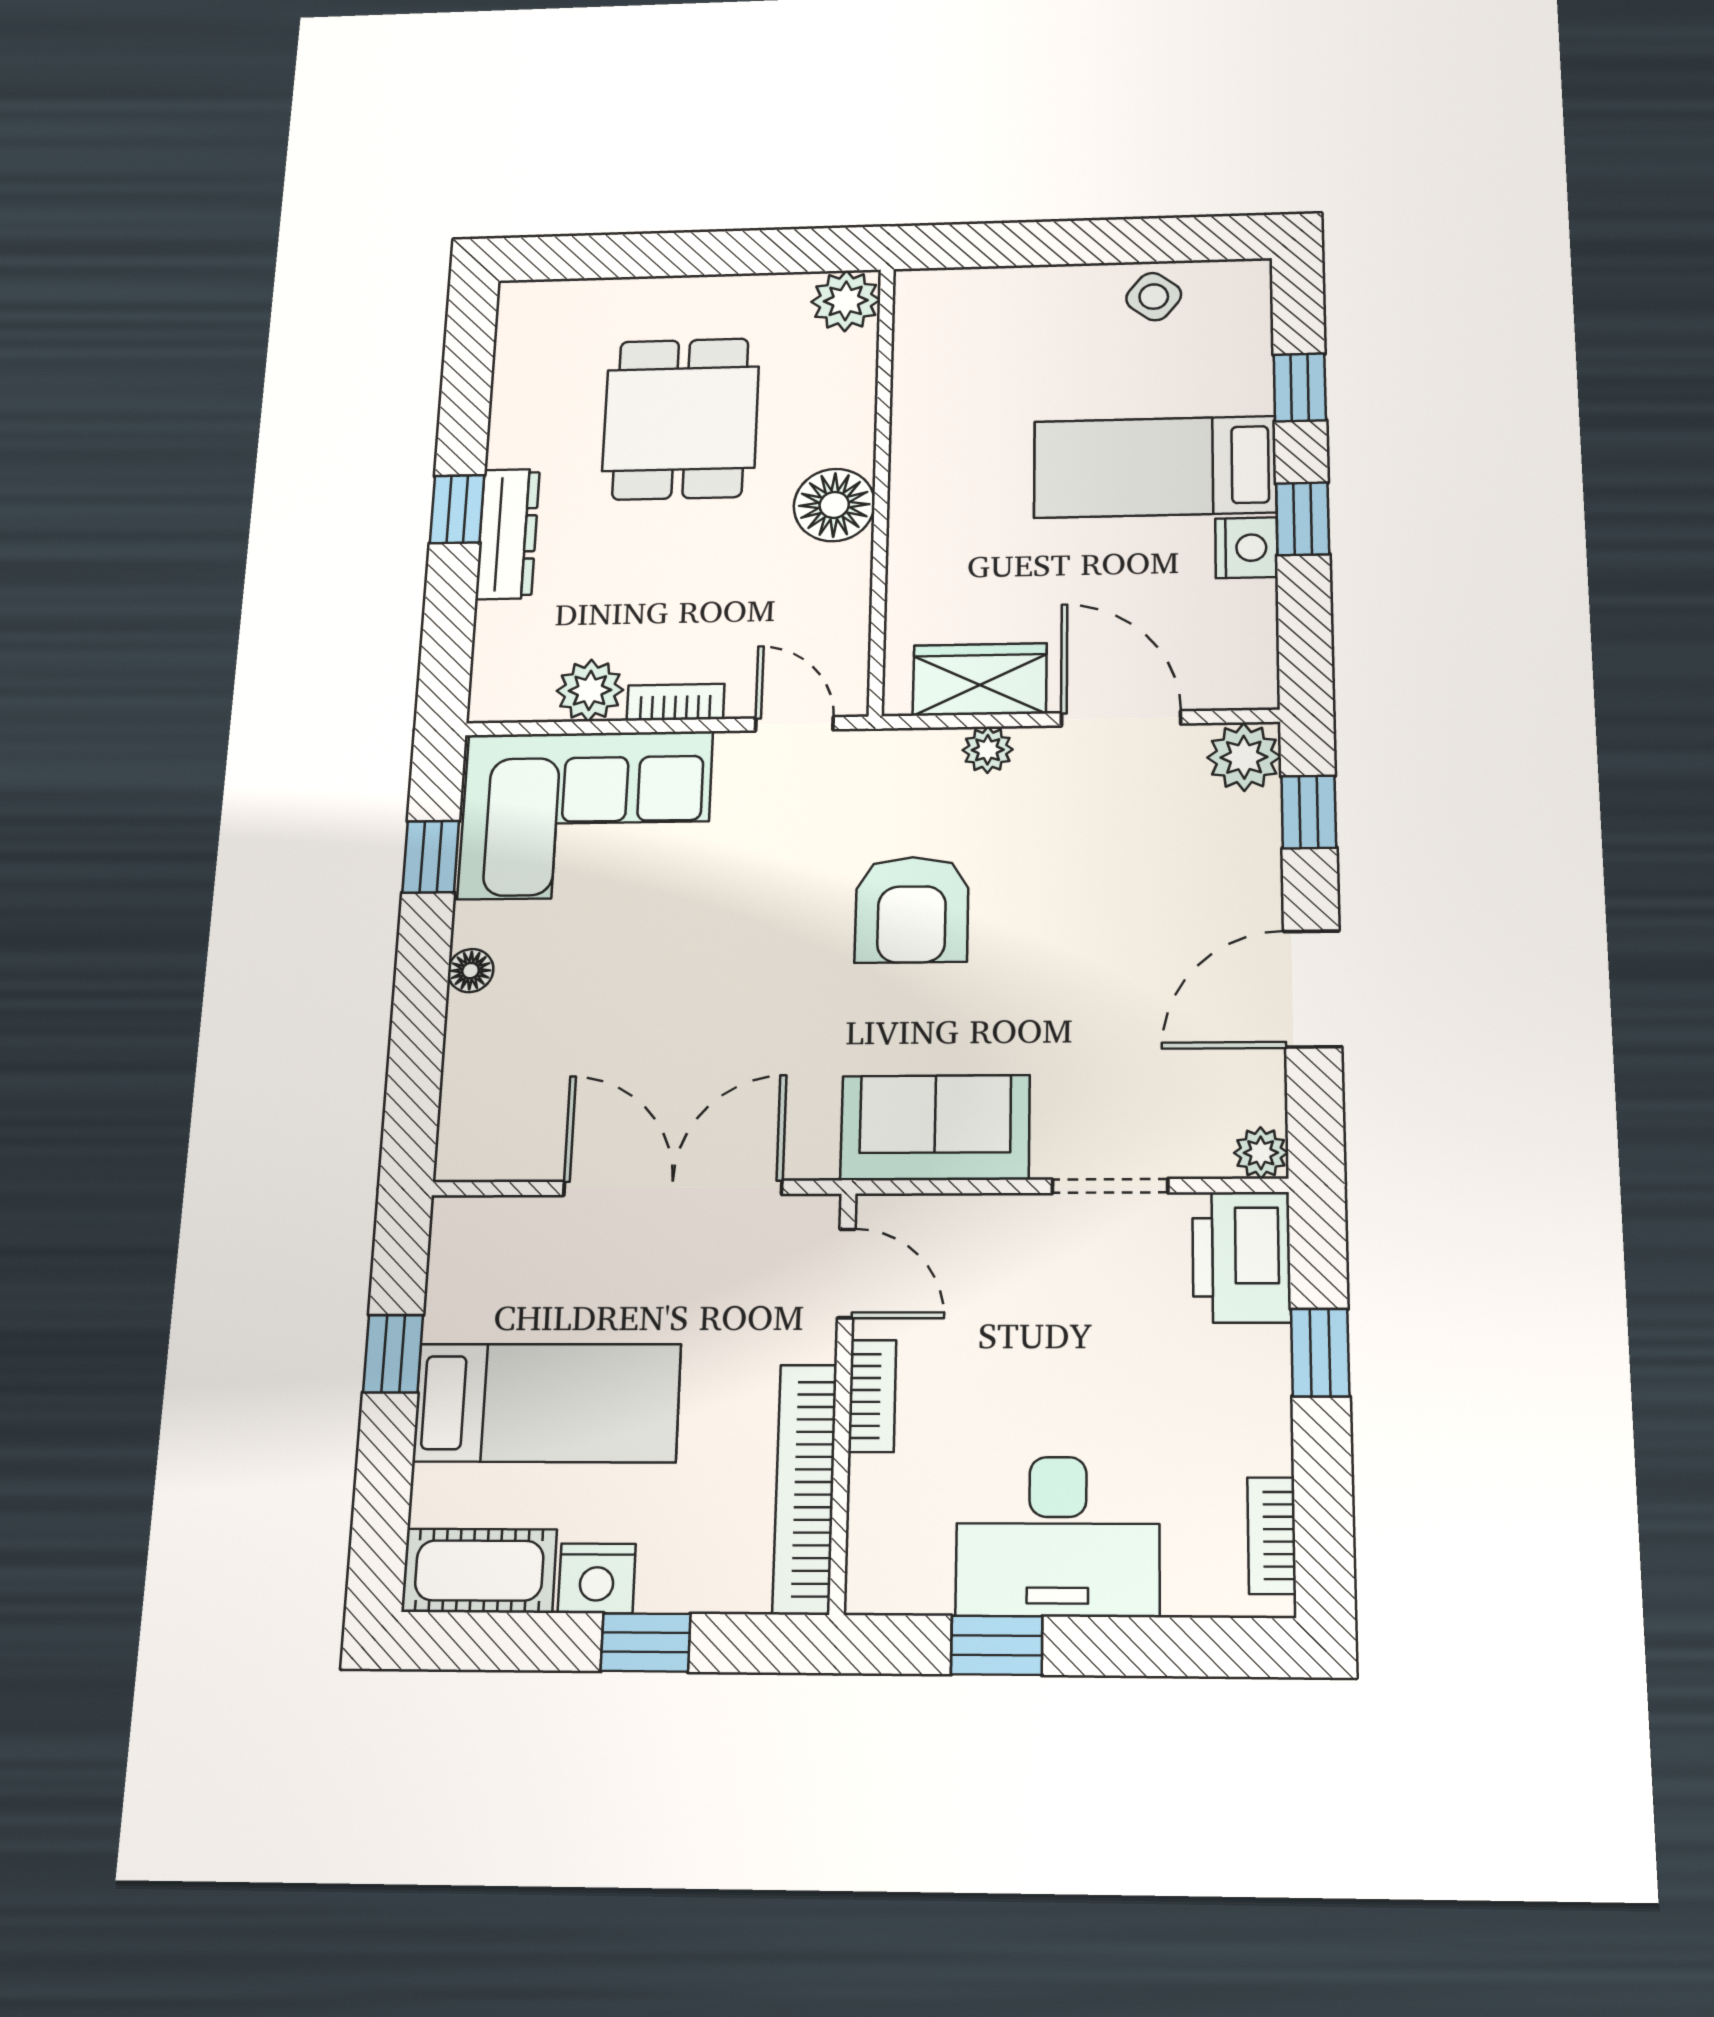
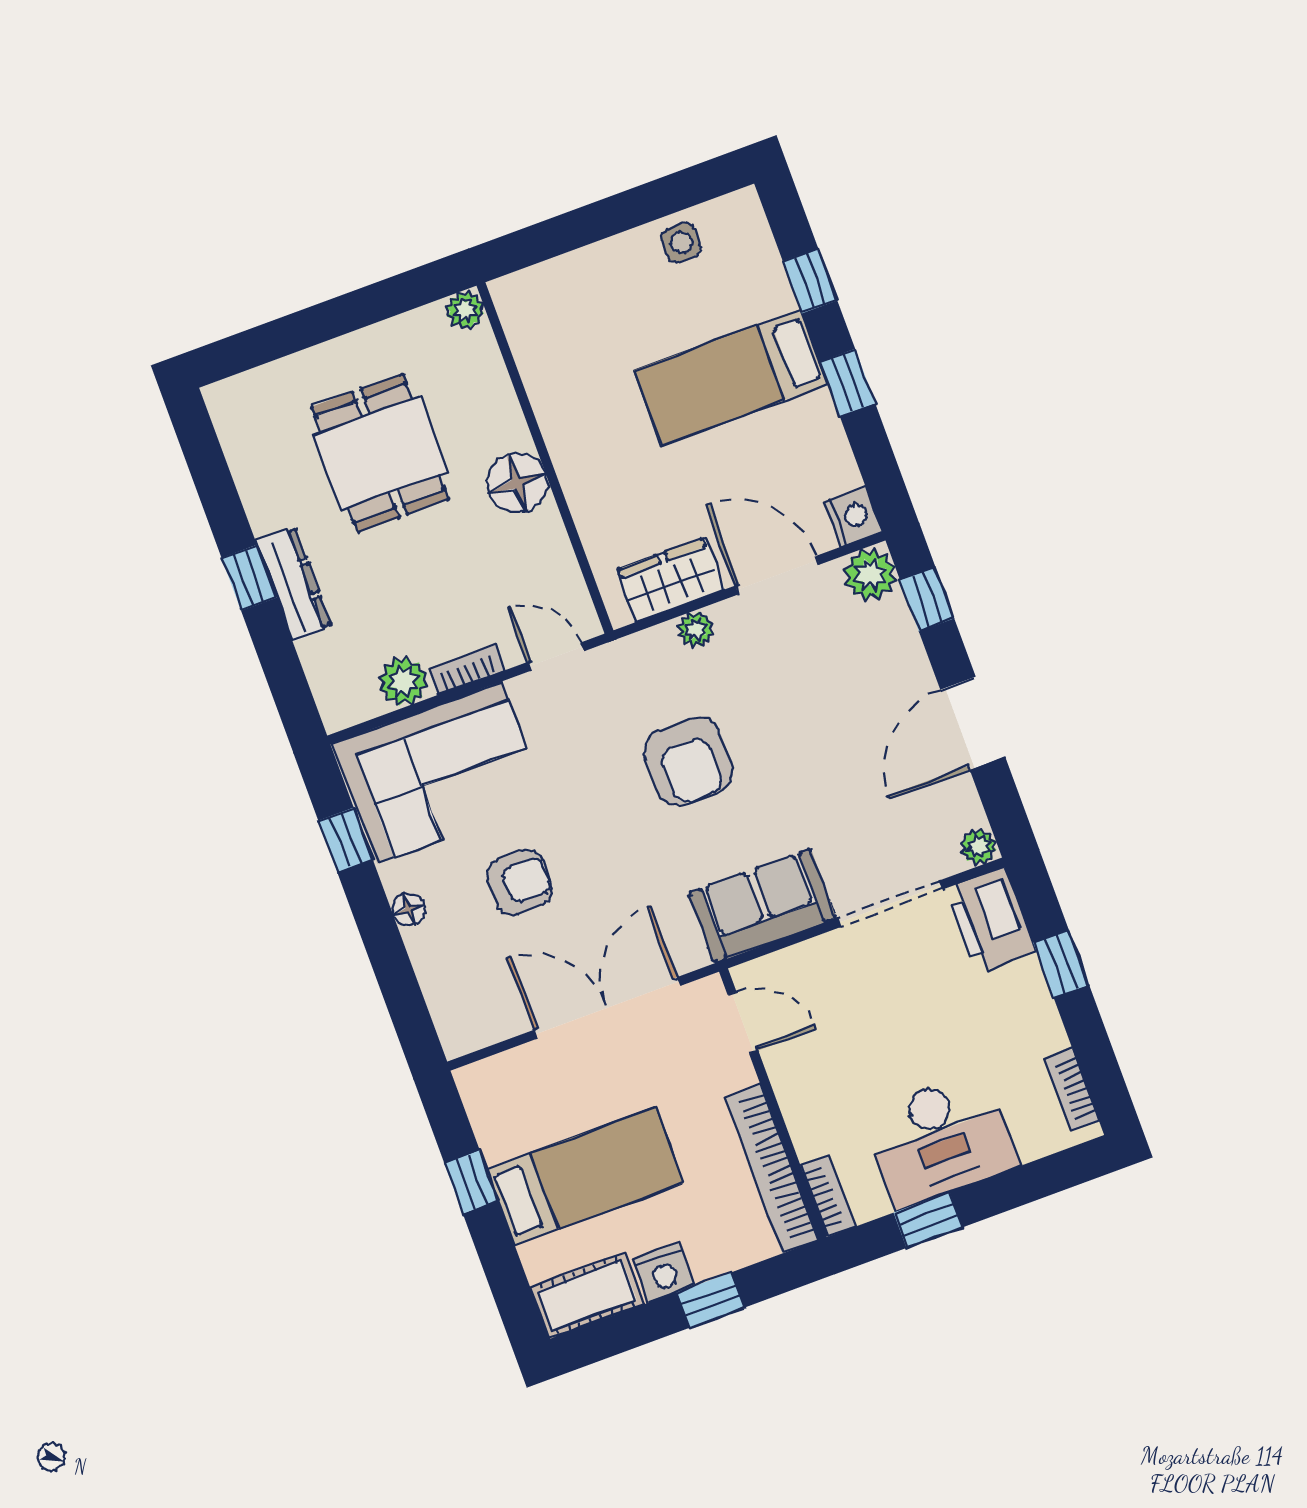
side table: (1154, 297) -> (681, 243), turned -38
plant: (846, 301) -> (465, 310), width x0.73, depth x0.73
nightstand: (1246, 548) -> (853, 516), moved
armchair: (628, 986) -> (520, 882), added
doorway: (1110, 1186) -> (890, 904), width x1.38
bookcase: (872, 1396) -> (828, 1196), moved

